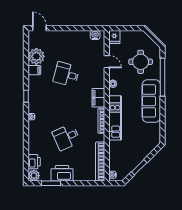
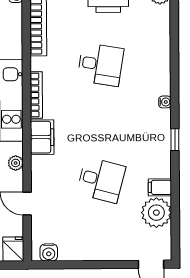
desk: (66, 137) -> (100, 64), turned 33
printer: (34, 162) -> (159, 19), removed

